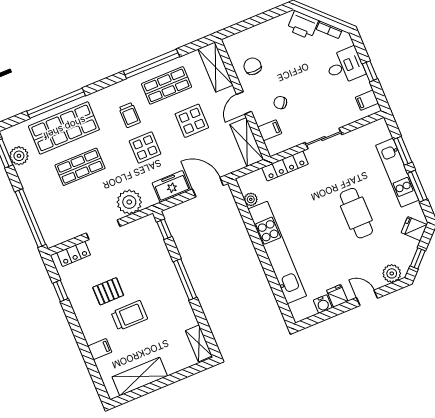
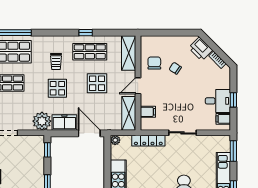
window: (151, 64) -> (86, 33), width x0.32
desk: (345, 66) -> (218, 101), moved
chair: (280, 103) -> (175, 68), moved
window: (403, 151) -> (233, 151), moved
plant: (251, 199) -> (115, 140), moved
plant: (129, 202) -> (42, 121), moved

